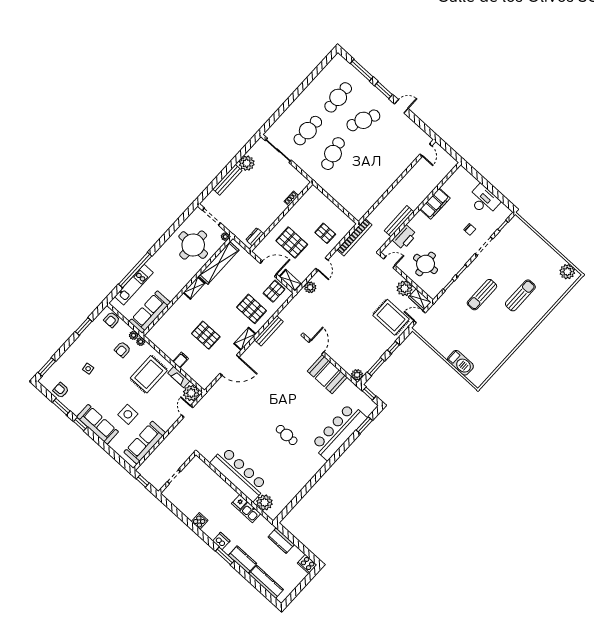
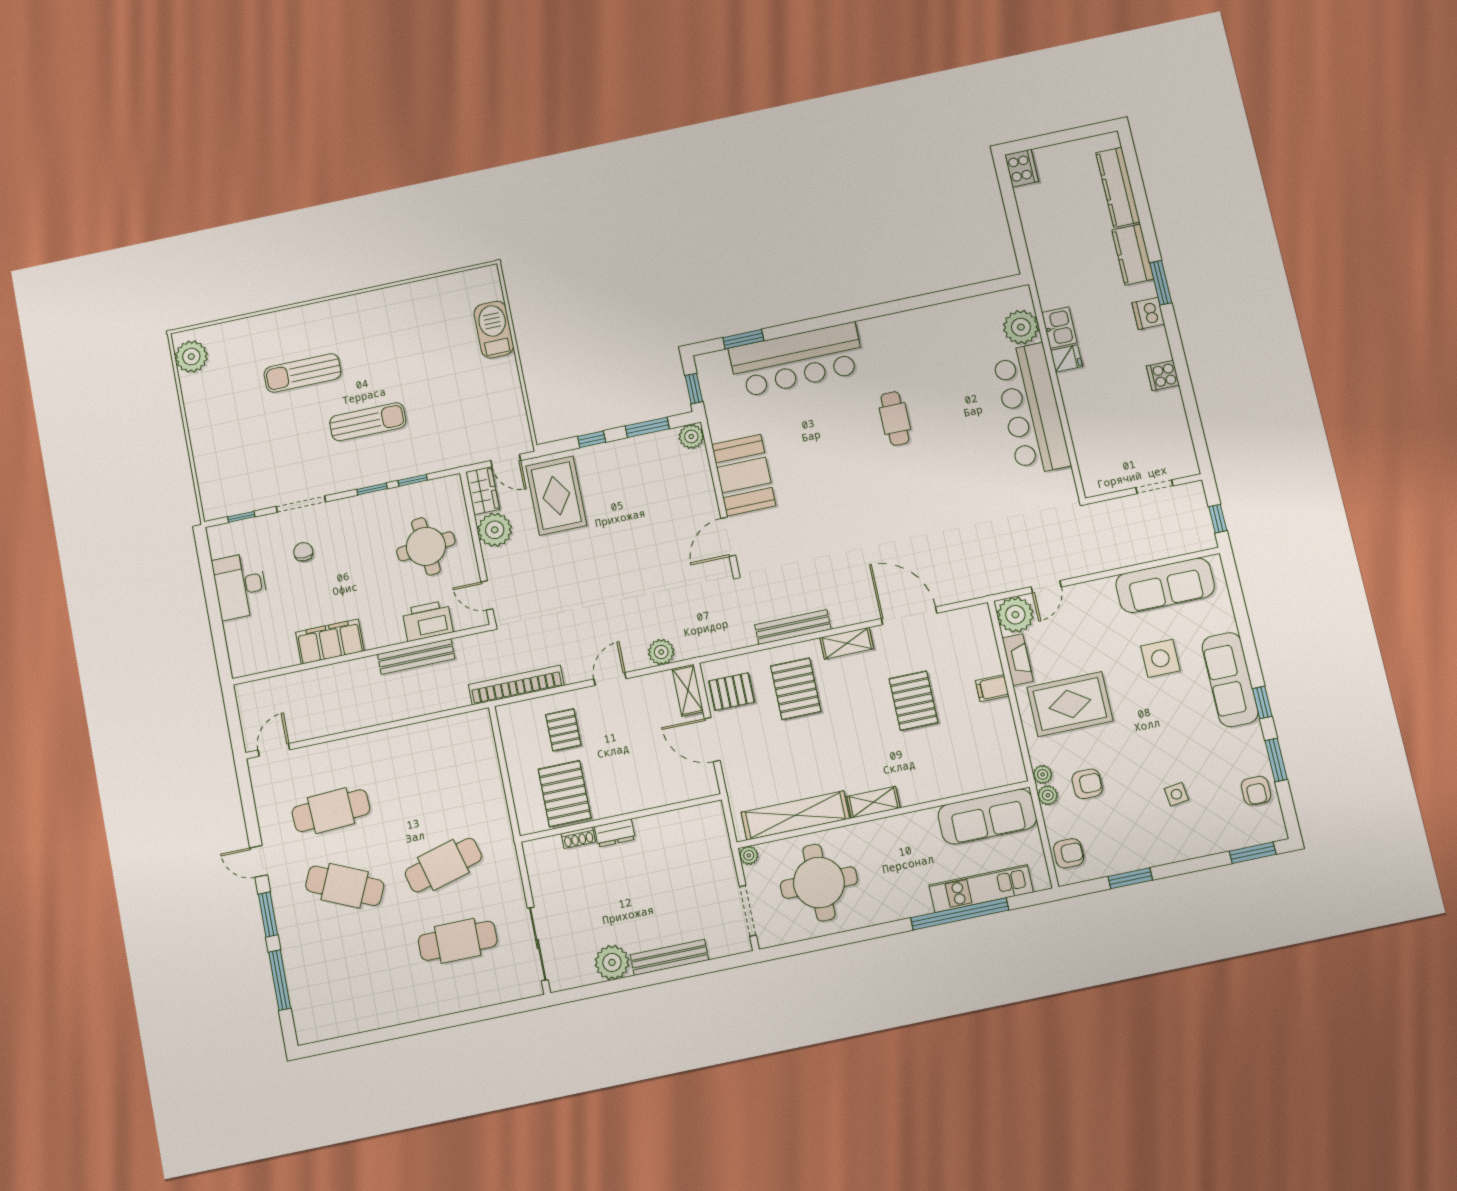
cafe table: (338, 97) -> (331, 811), moved
dresser: (255, 237) -> (615, 833), moved
pallet: (292, 243) -> (565, 794), moved
kitchen counter: (281, 541) -> (1039, 240), removed

